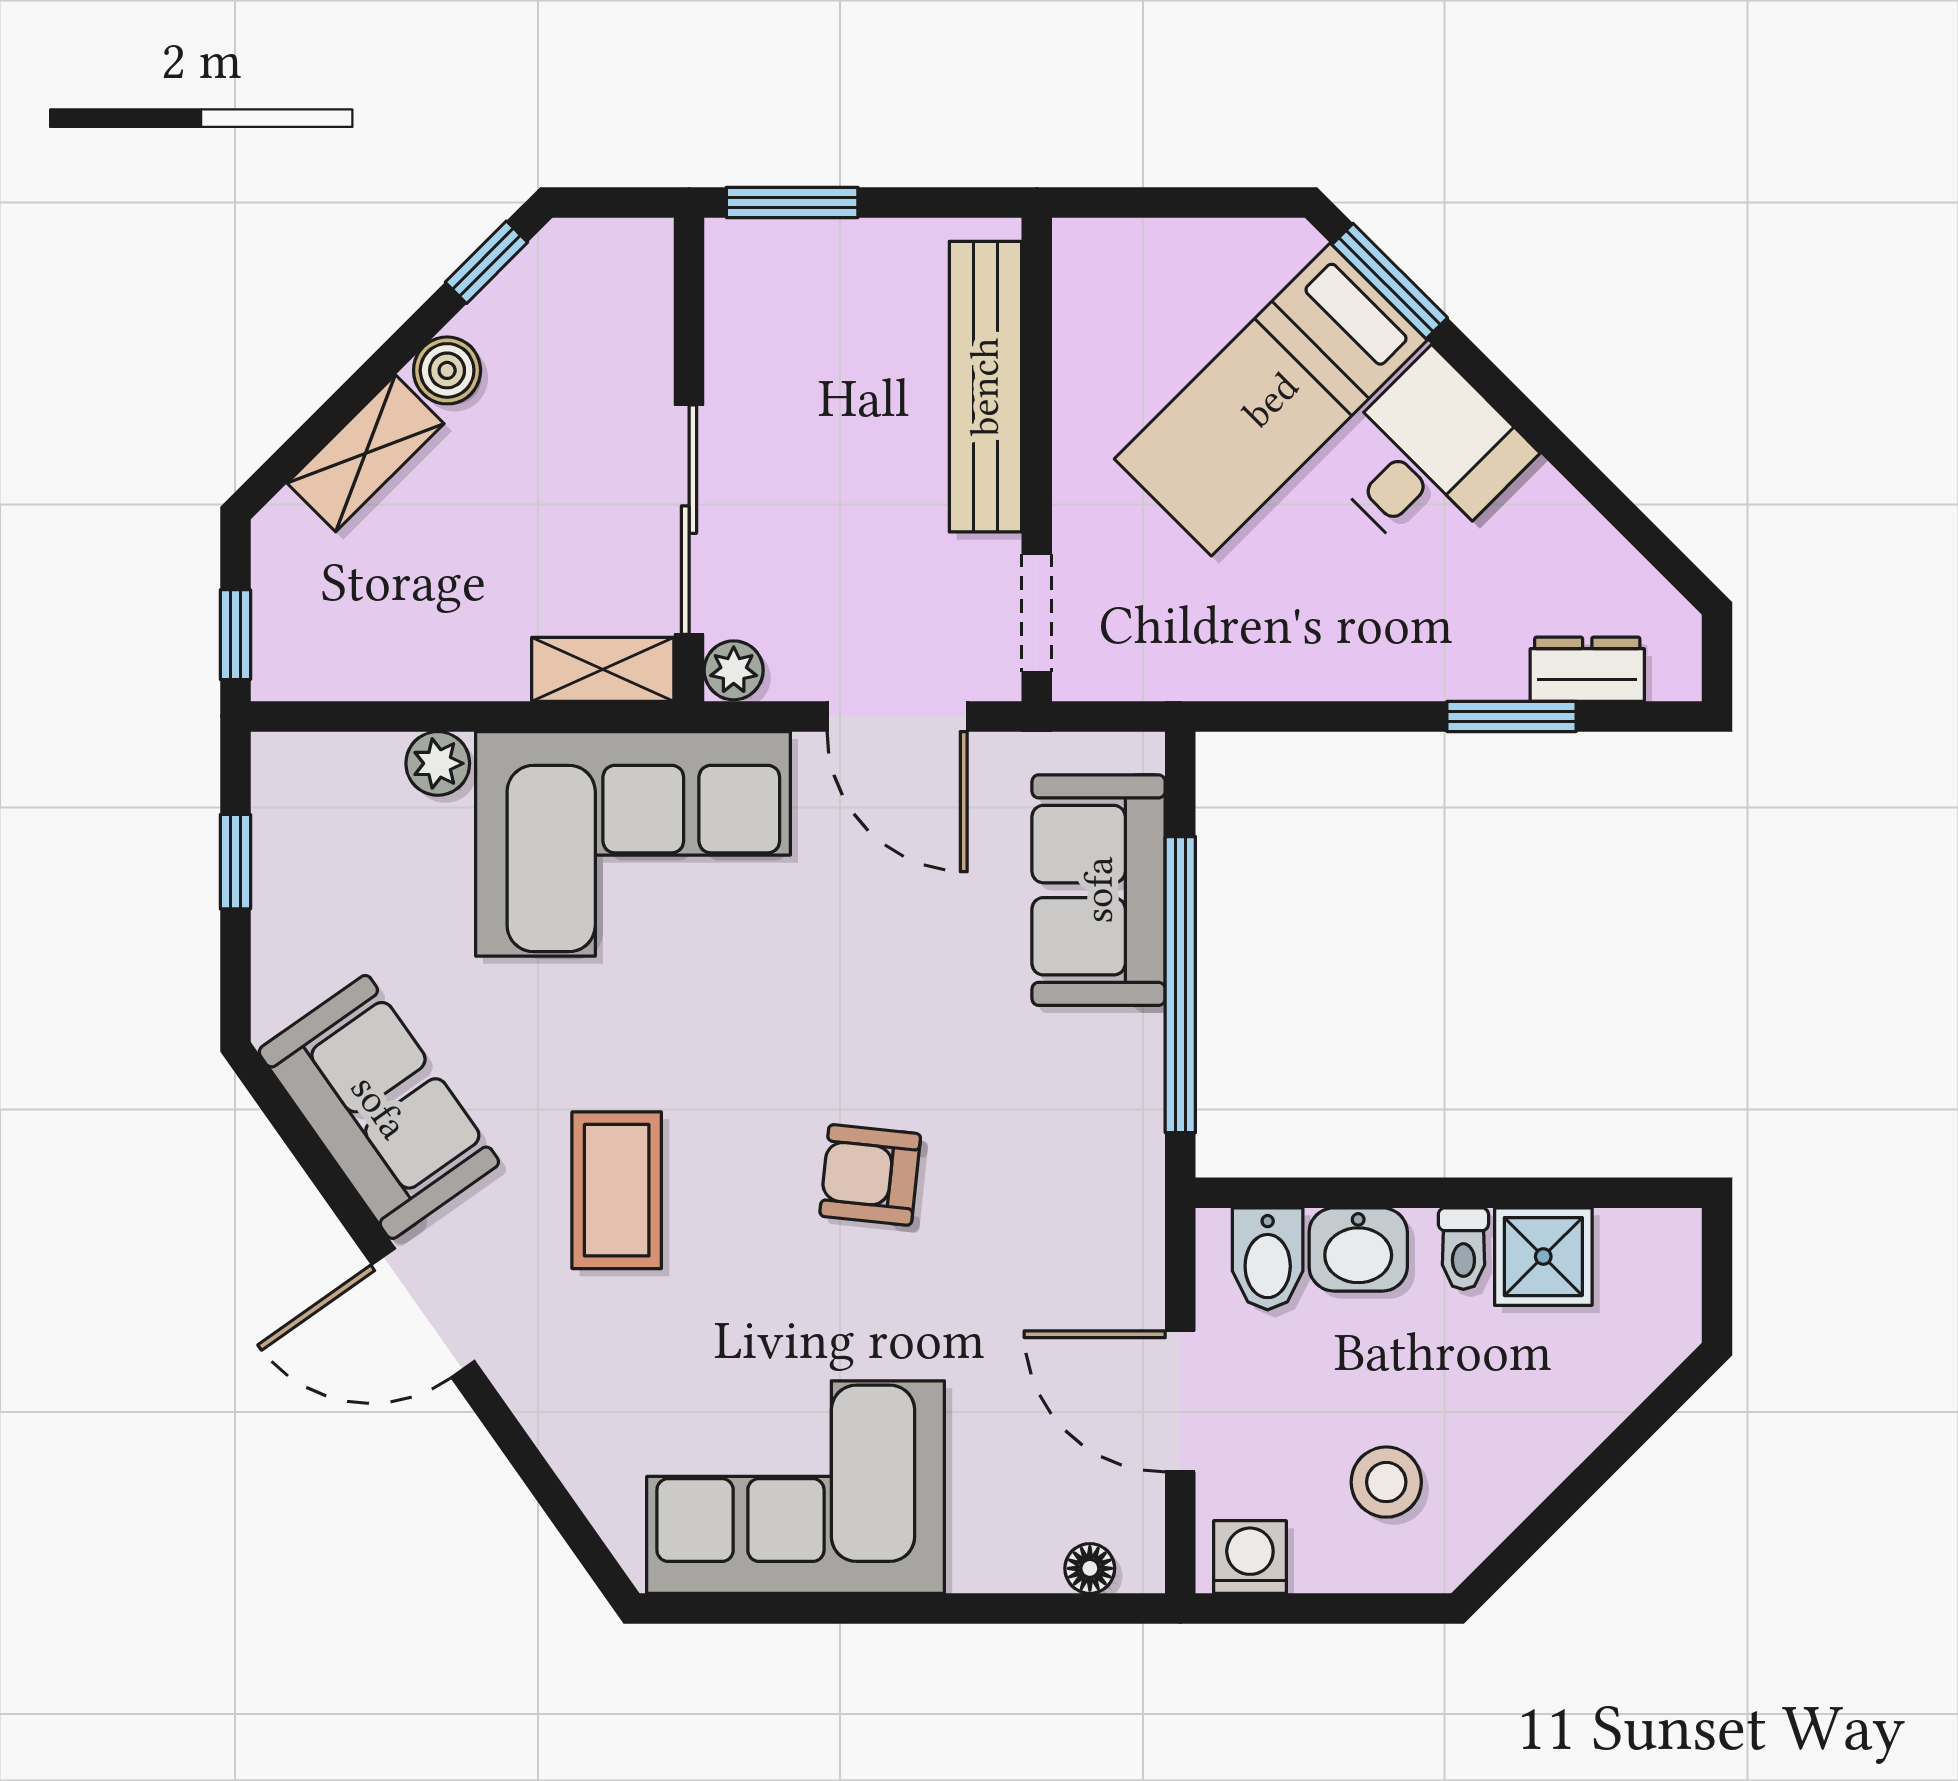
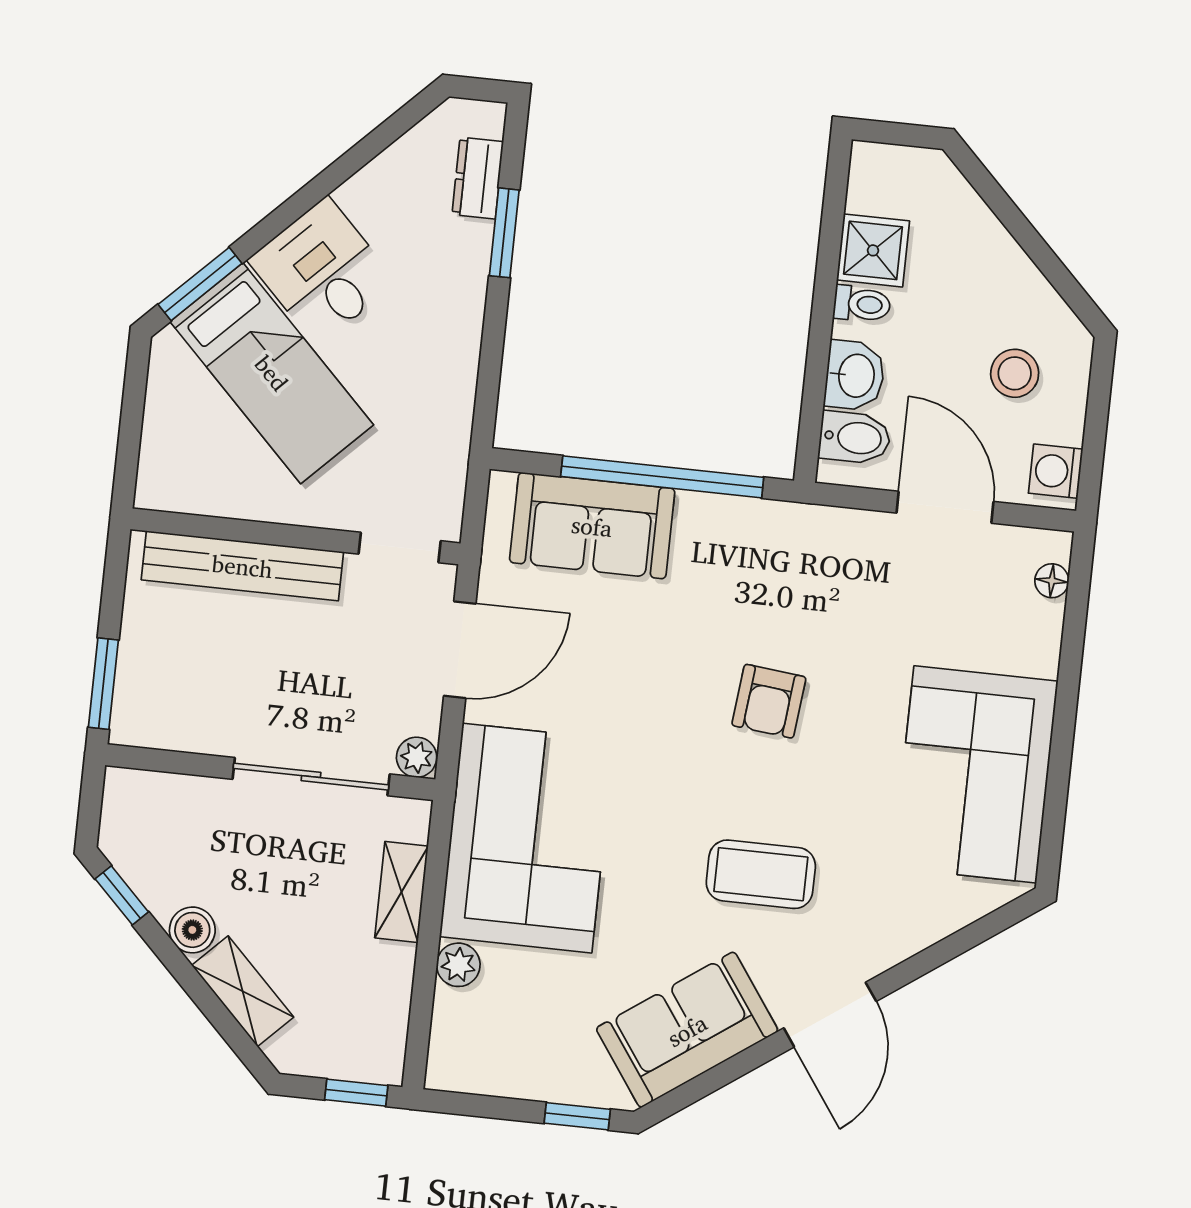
shelving: (603, 669) -> (402, 892), moved
window: (235, 862) -> (577, 1116), moved
door: (1180, 1401) -> (945, 507), swing flipped

